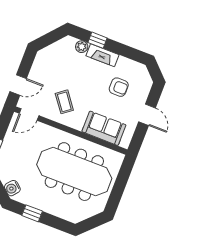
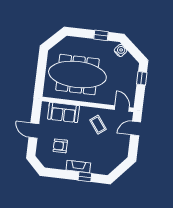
plant: (82, 47) -> (95, 169), removed
door: (29, 115) -> (122, 109), hinge flipped

